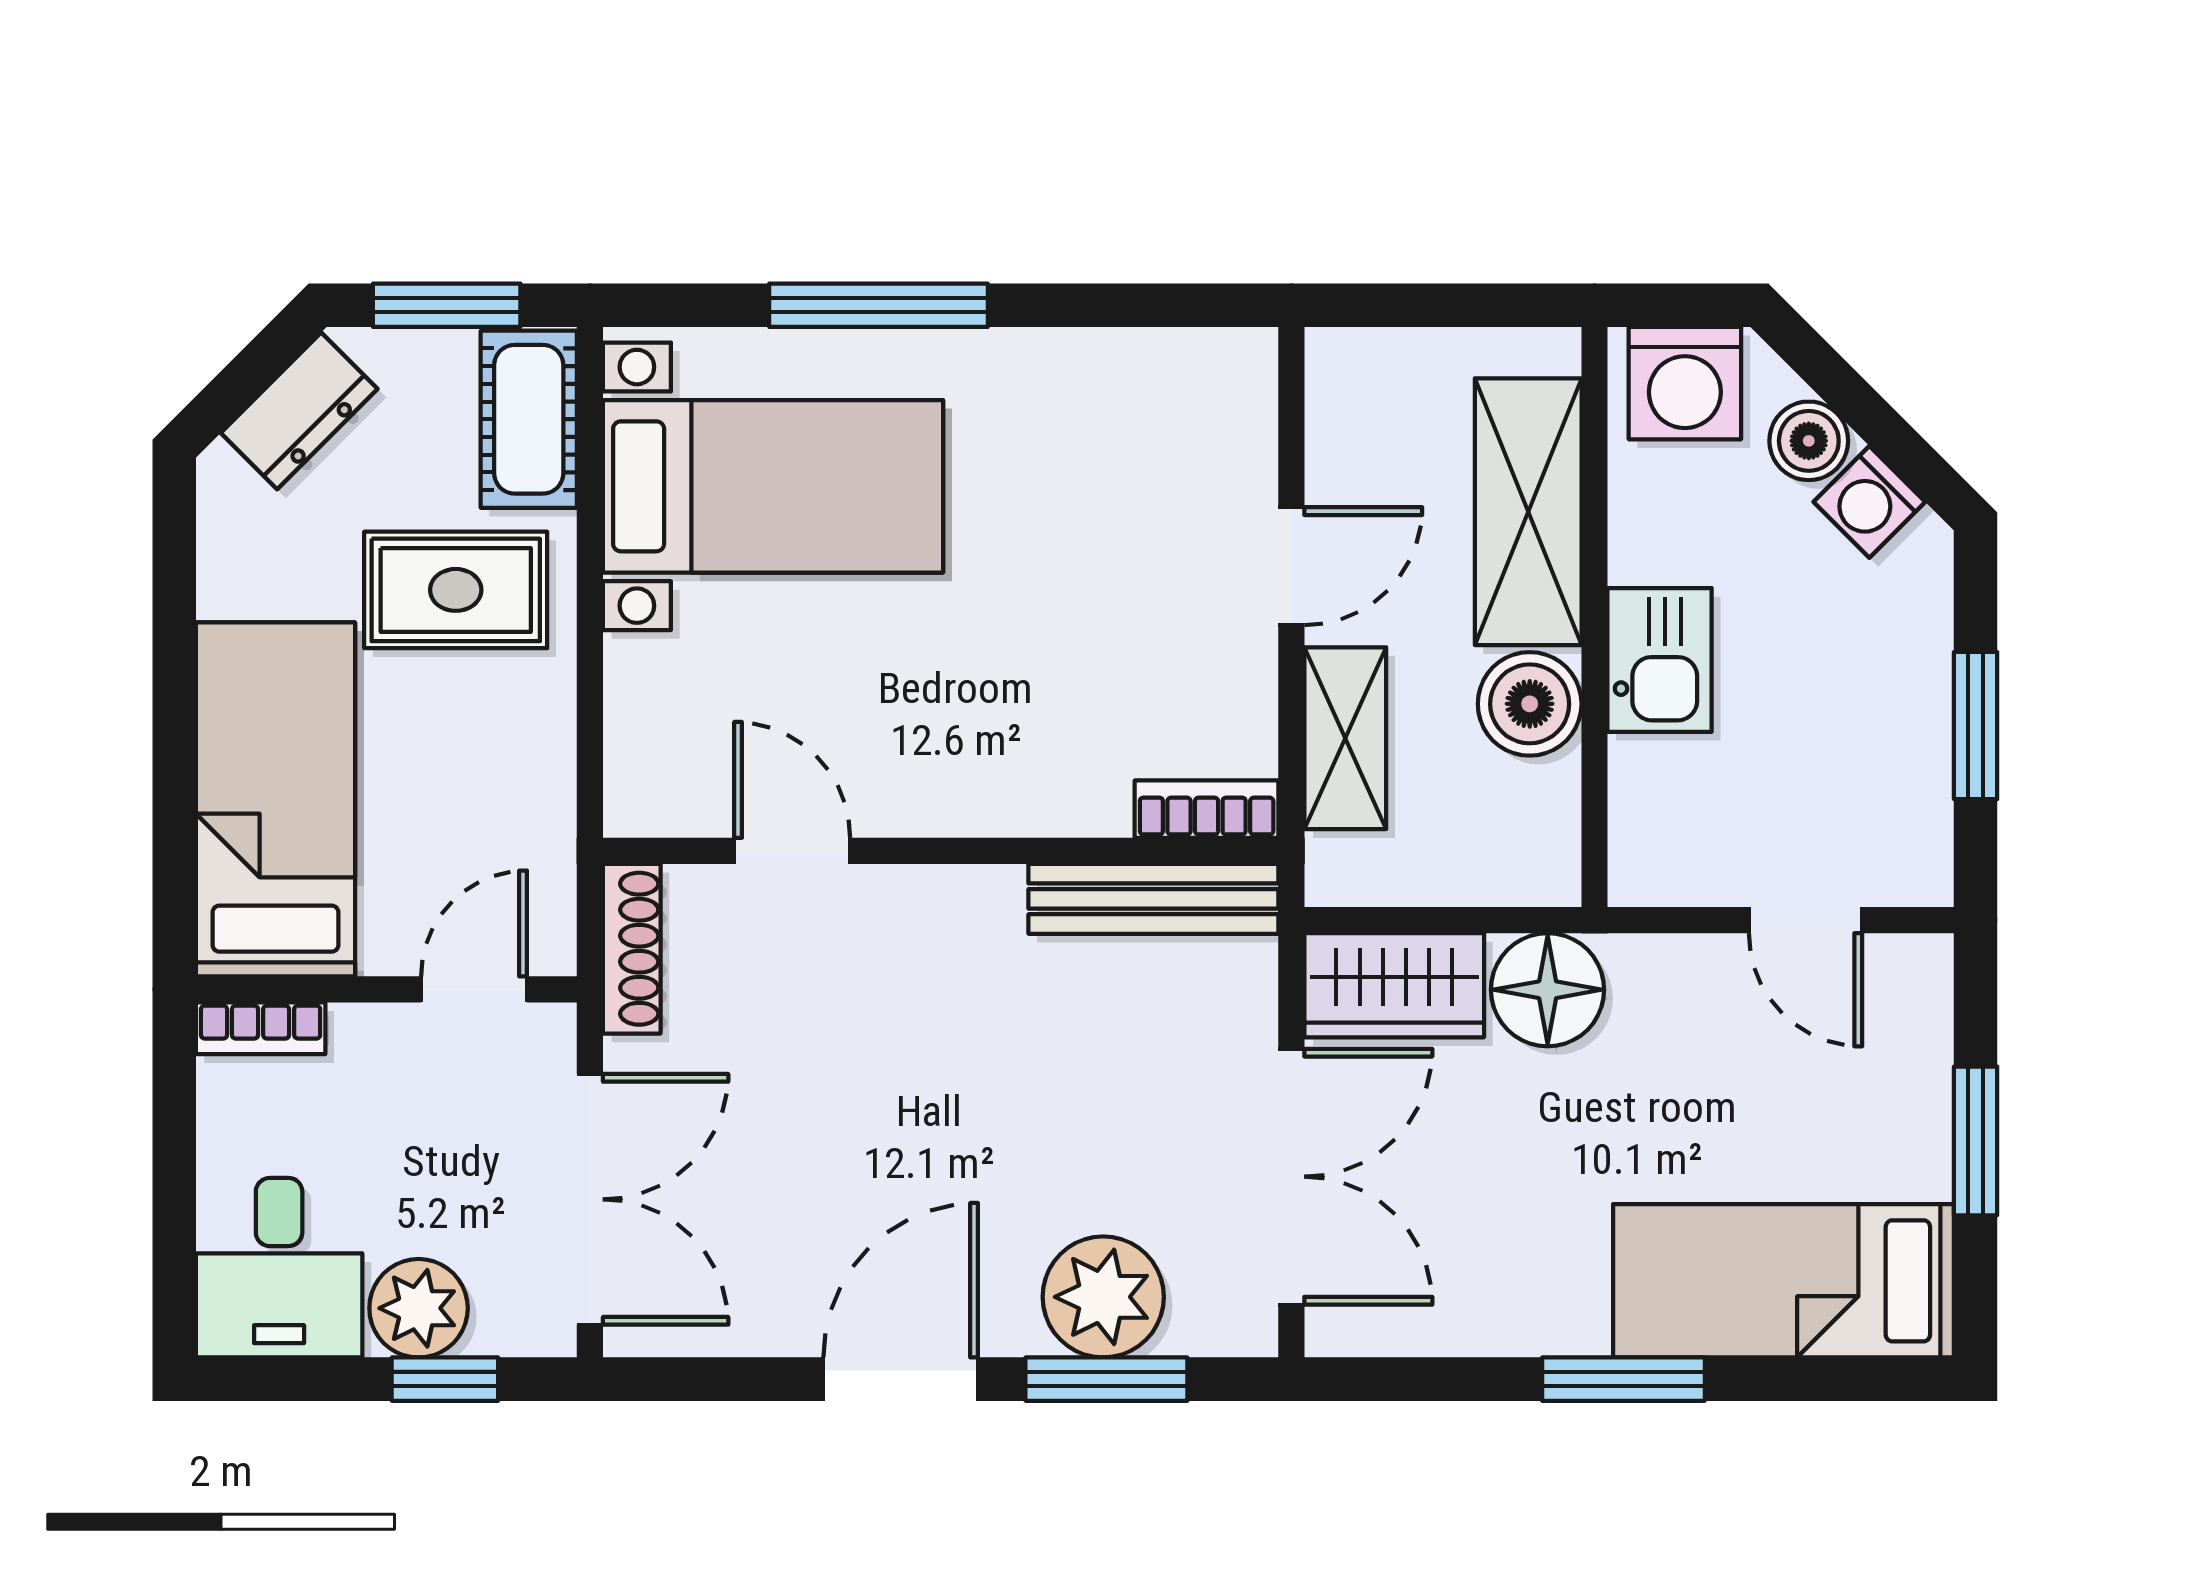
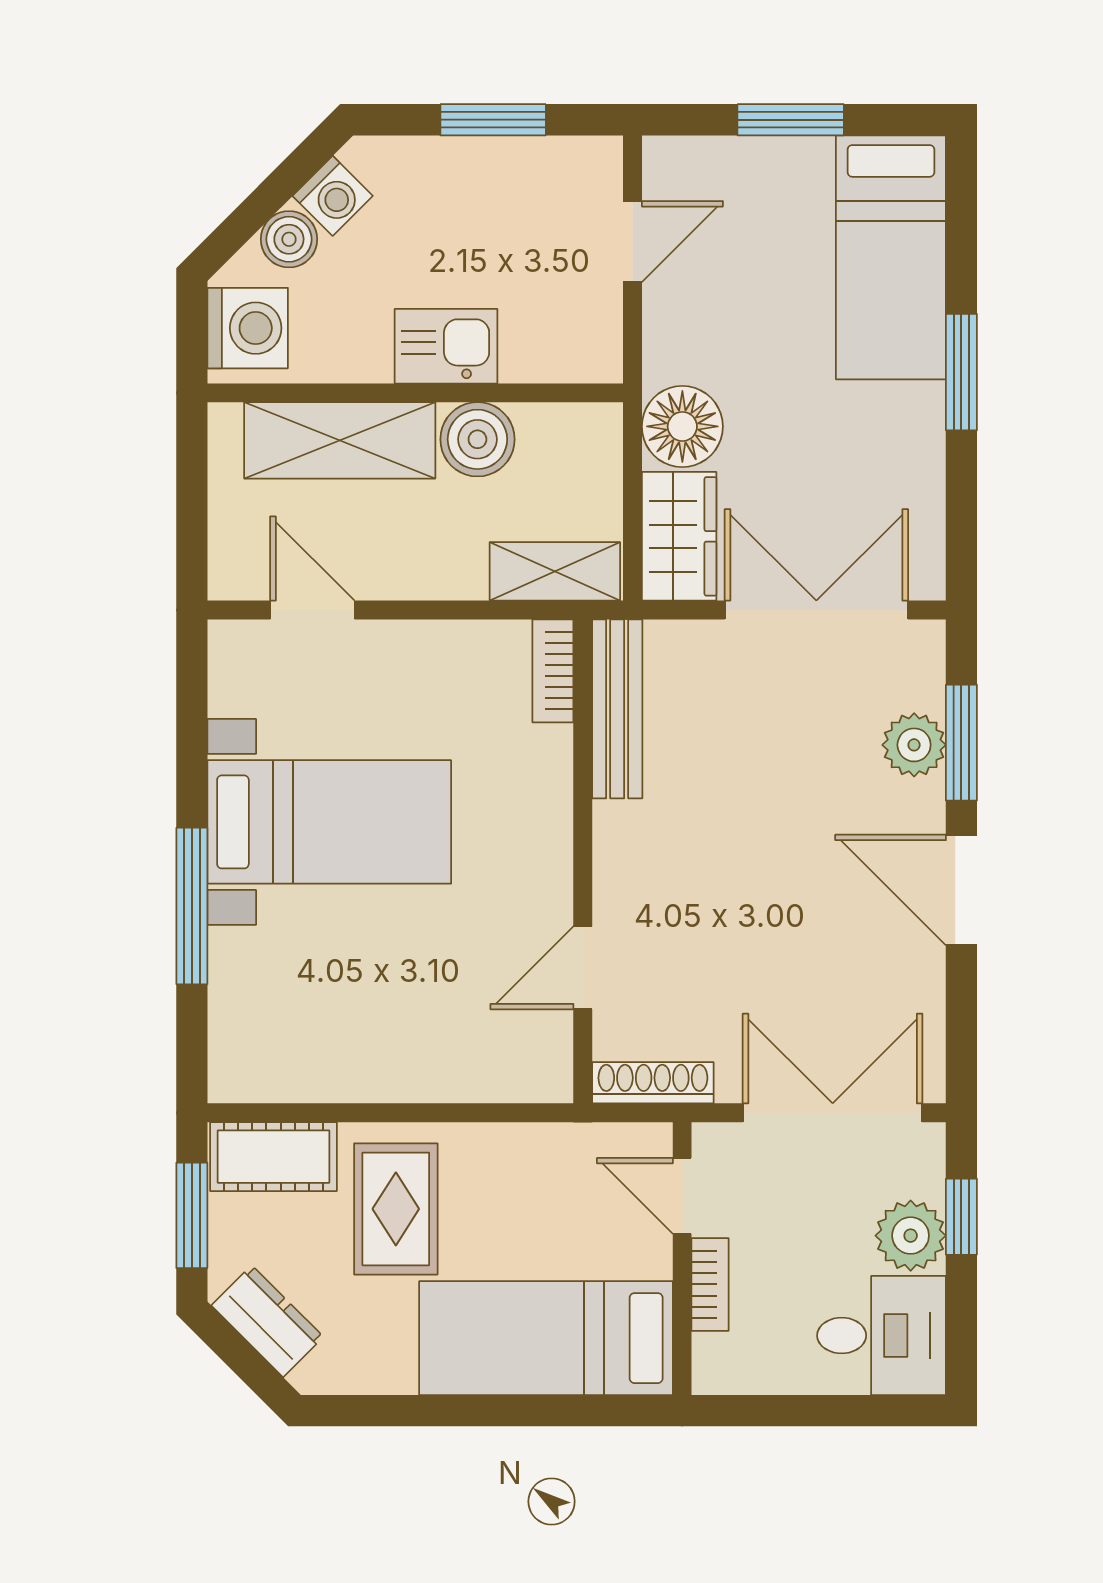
bed with nightstands: (773, 486) -> (329, 822), moved, turned 90
door: (1291, 566) -> (312, 610), moved
shelving: (1345, 738) -> (555, 571), moved
bookcase: (261, 1028) -> (710, 1284), moved
plant: (1103, 1297) -> (914, 745), width x0.73, depth x0.73

